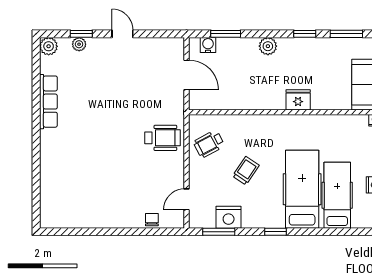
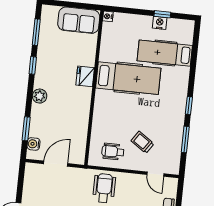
wheelchair: (209, 144) -> (113, 152), turned 118
trolley: (246, 171) -> (142, 142), moved
hospital bed: (302, 189) -> (128, 78), moved, turned 180
nightstand: (229, 217) -> (173, 142), removed
window: (219, 232) -> (185, 139), moved

